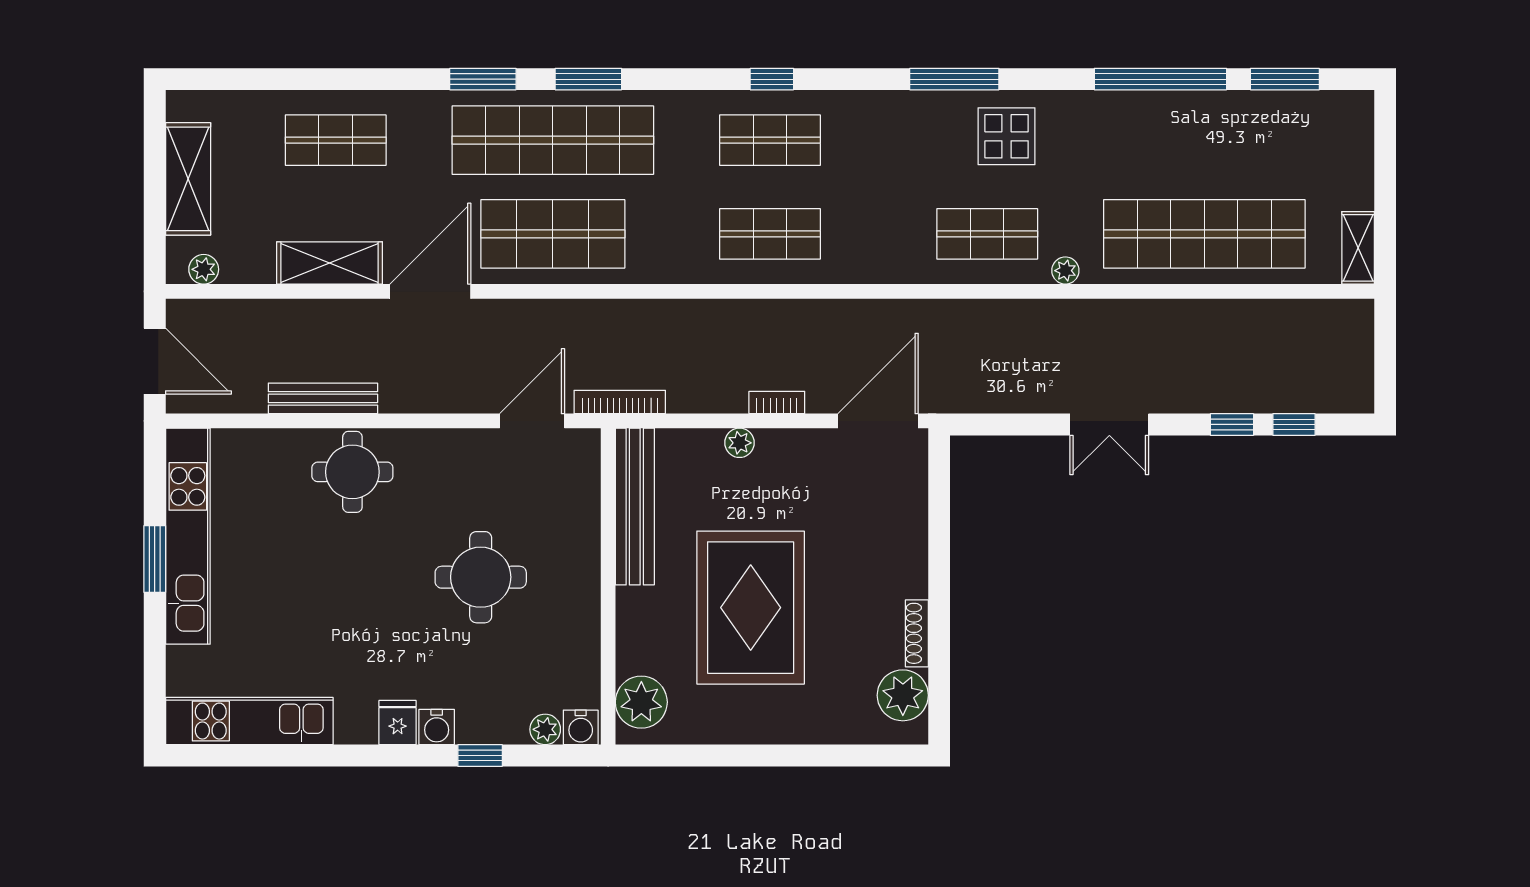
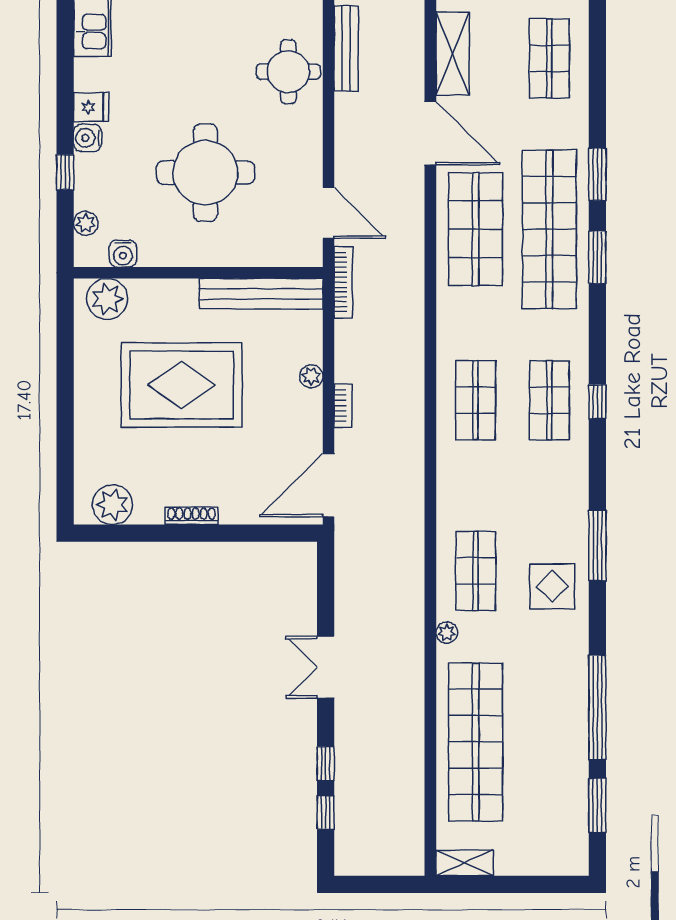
door: (878, 421) -> (328, 485), swing flipped
round table: (481, 577) -> (205, 173), width x1.36, depth x1.36
shoe rack: (917, 633) -> (191, 516), moved
water cooler: (581, 727) -> (123, 253), moved, turned -90

